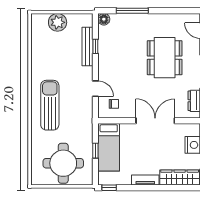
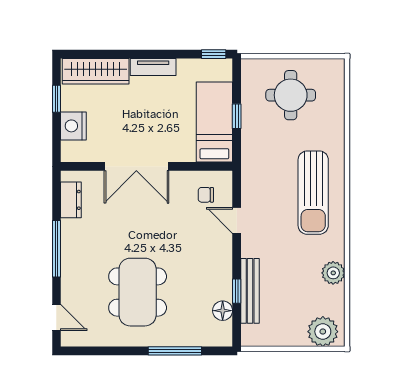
floor lamp: (104, 19) -> (223, 311), moved
plant: (58, 22) -> (323, 332), moved
plant: (38, 57) -> (333, 273), added
dining table: (165, 58) -> (138, 292), moved
round table: (63, 163) -> (291, 95), width x0.73, depth x0.73

